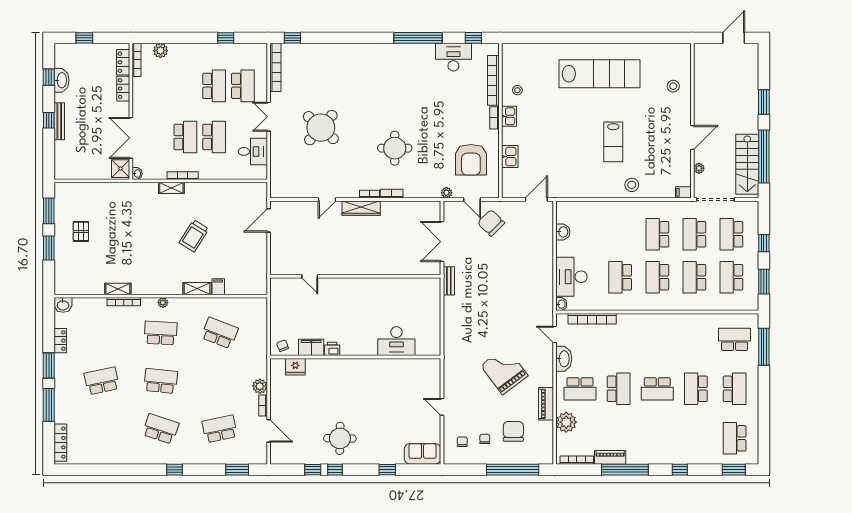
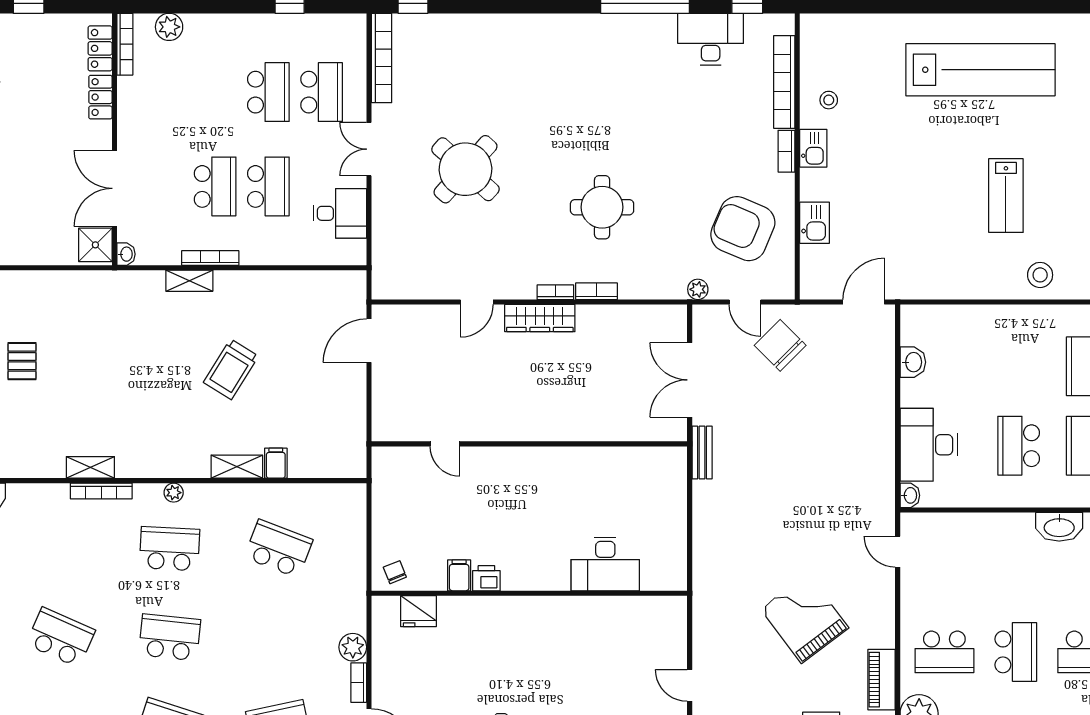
armchair: (471, 160) -> (743, 229), turned 113
bookcase: (592, 319) -> (967, 523), removed
filing cabinet: (311, 347) -> (459, 575), width x0.50
washbasin: (564, 359) -> (1059, 527), moved, turned 90
school desk: (102, 381) -> (61, 637), turned 36

